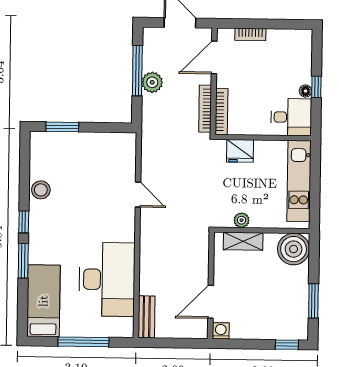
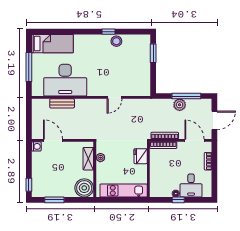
desk: (291, 117) -> (191, 185), moved
window: (24, 222) -> (108, 32), moved
window: (23, 261) -> (75, 32), removed
bench: (147, 317) -> (62, 103), moved

